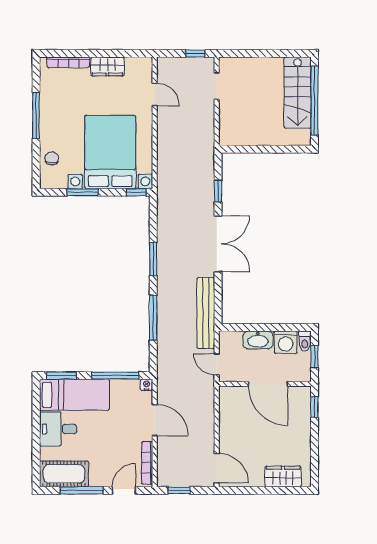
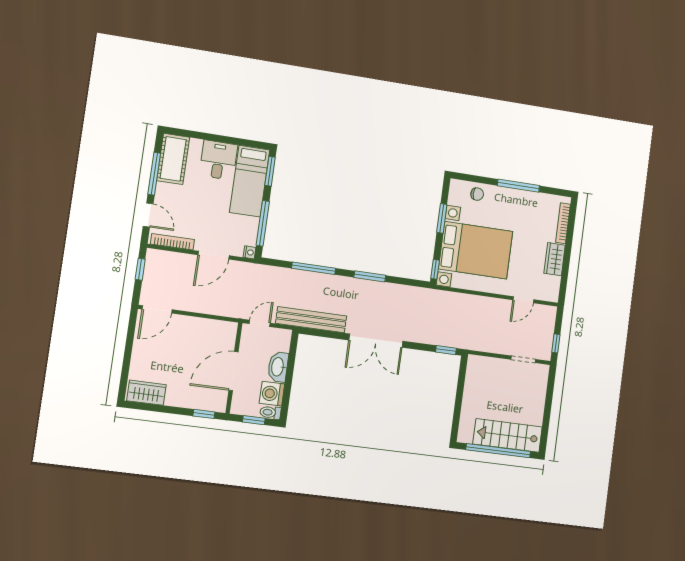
window: (218, 191) -> (446, 350), moved
wardrobe: (283, 476) -> (146, 393), moved, turned -90

